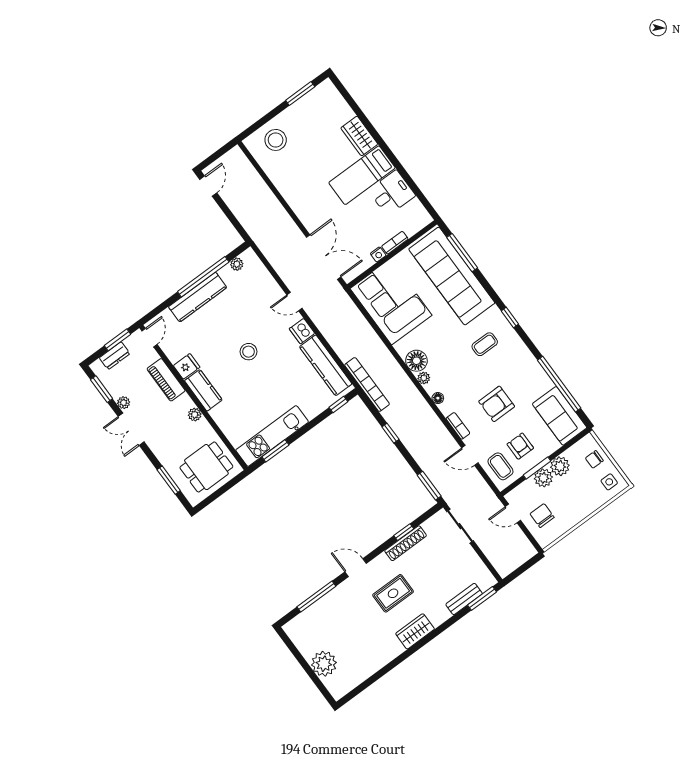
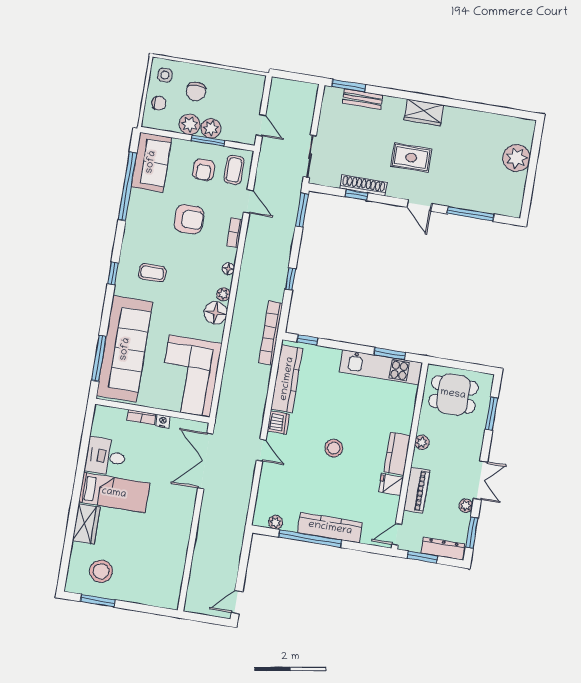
stool: (276, 140) -> (101, 571), moved
dresser: (115, 356) -> (443, 549), width x1.44
chair: (542, 516) -> (196, 91), moved

